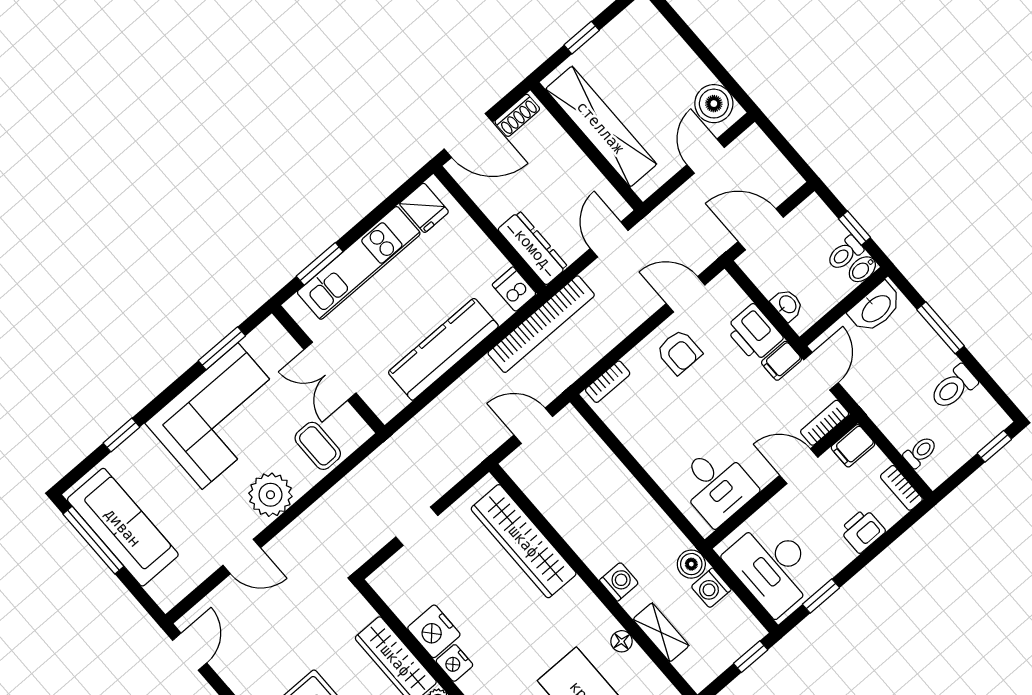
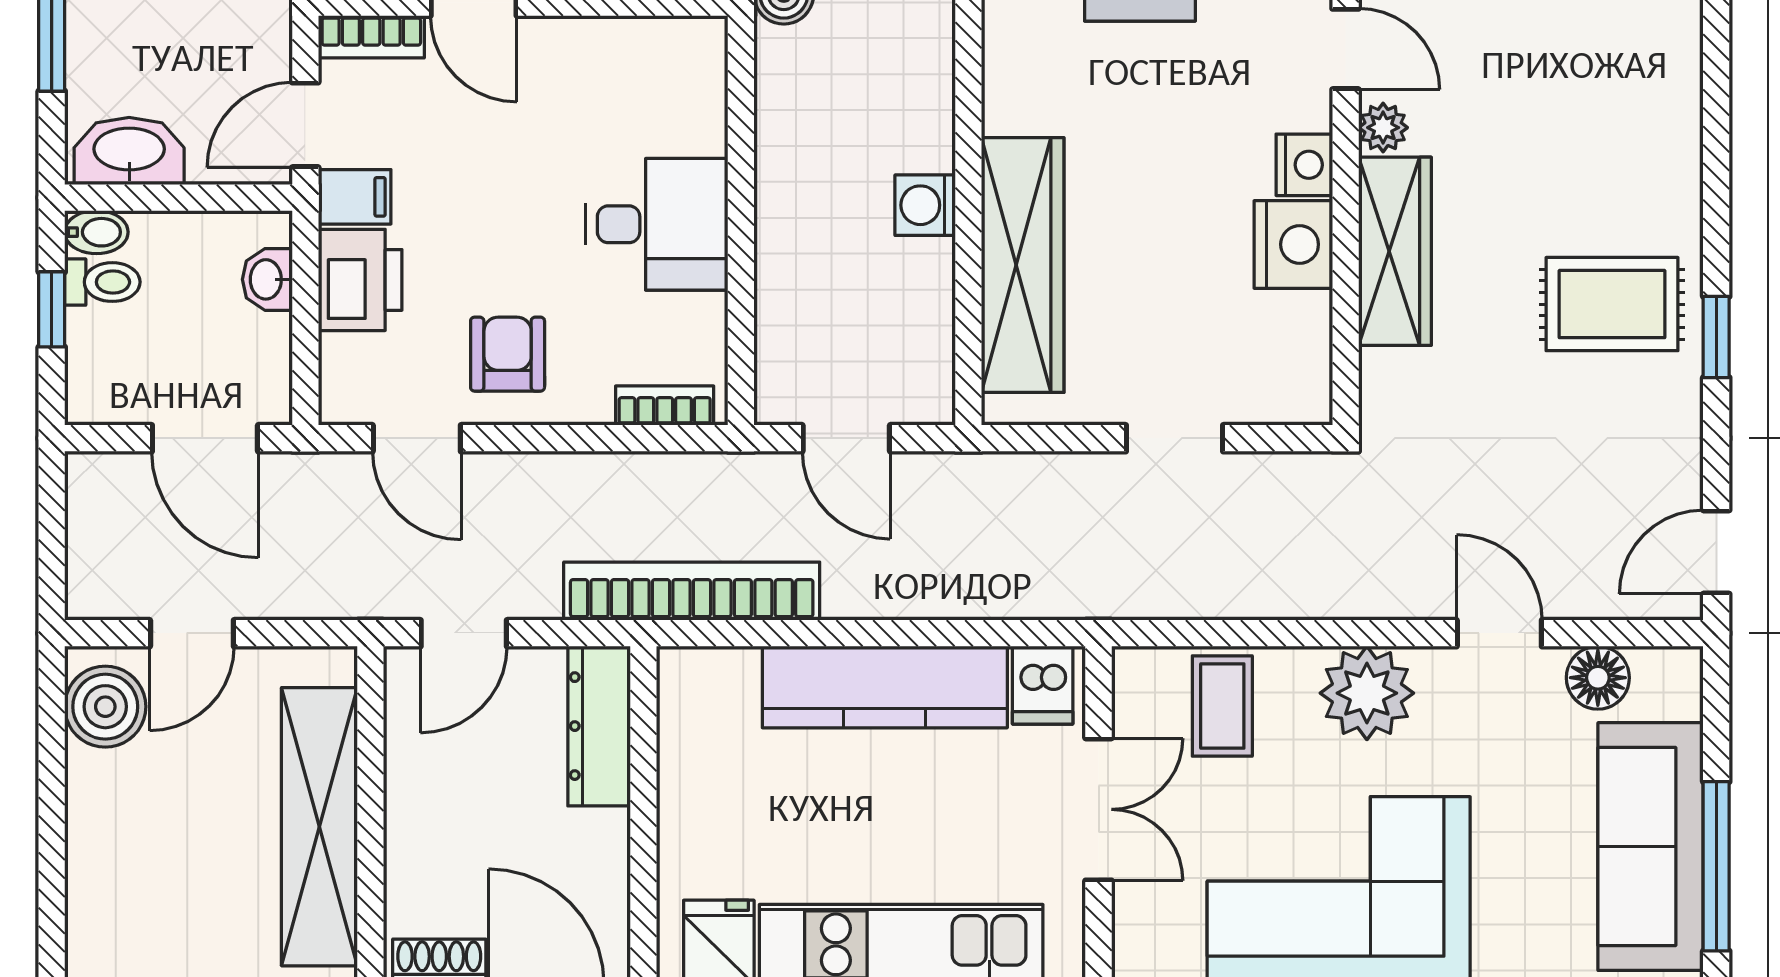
dishwasher: (514, 289) -> (1043, 685), moved
desk: (716, 485) -> (657, 224), moved, turned 90
floor lamp: (193, 571) -> (1598, 678), added
washing machine: (619, 582) -> (925, 205), moved

